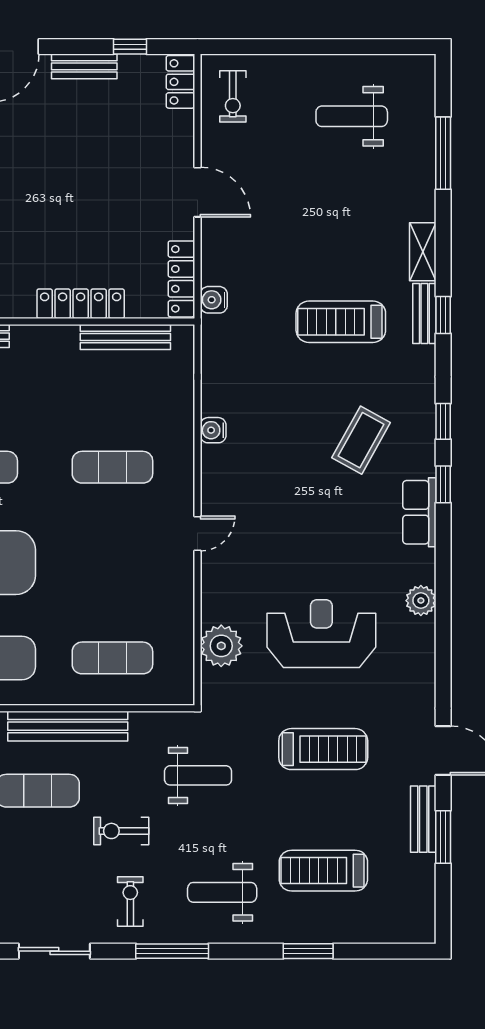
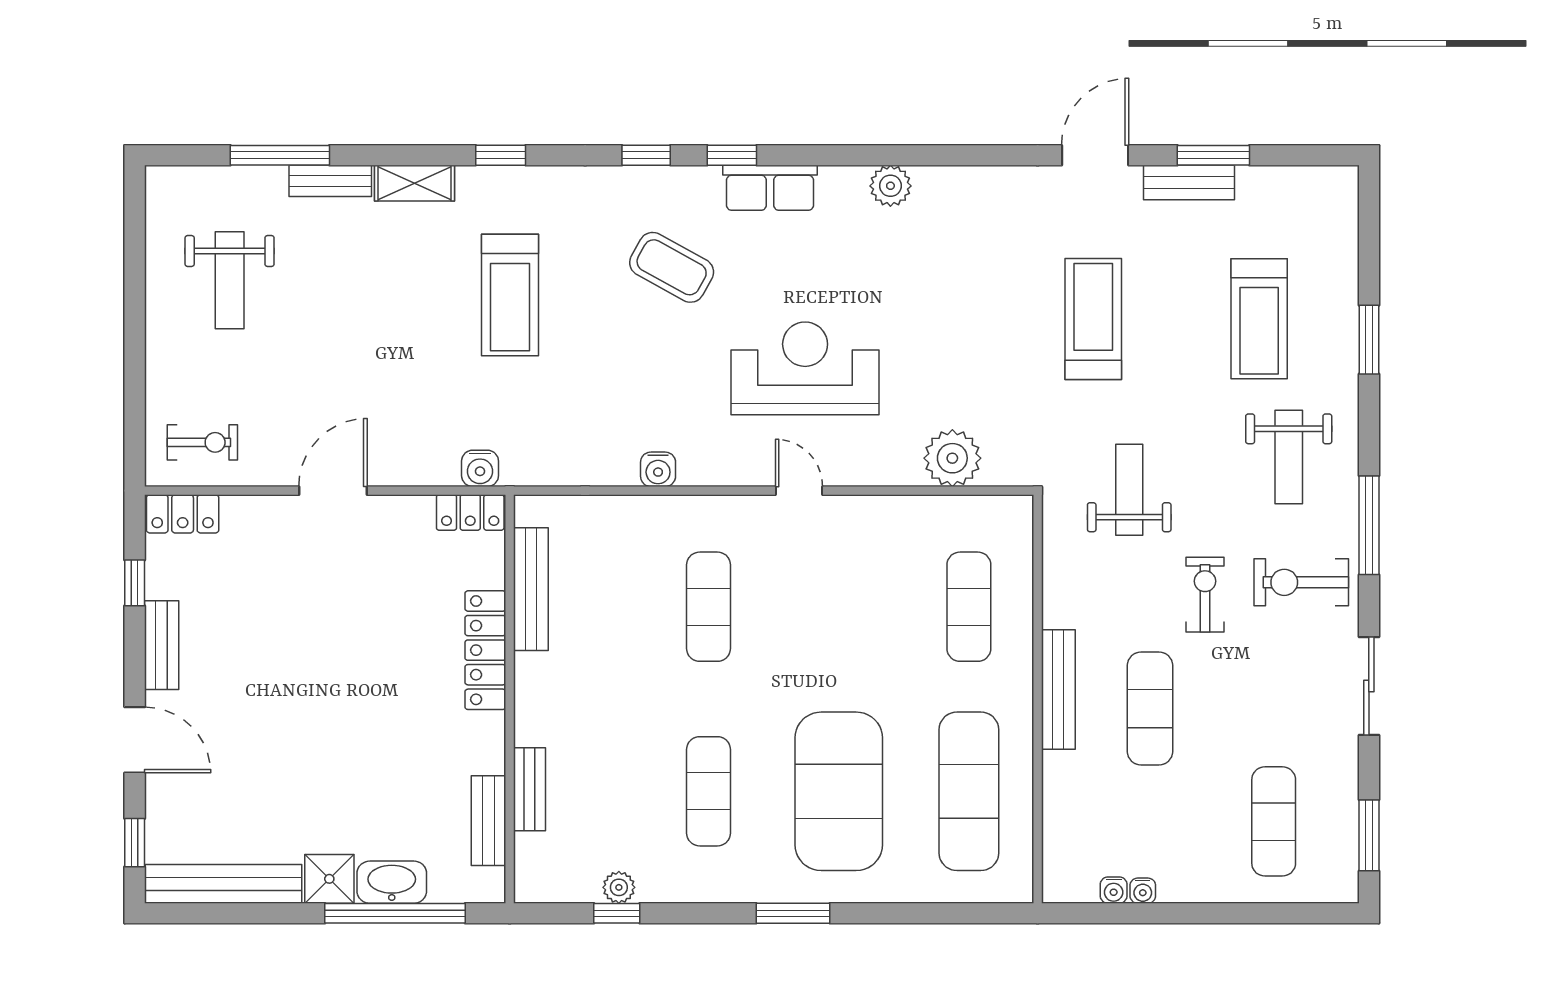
locker: (181, 279) -> (470, 513), width x0.66
bench: (424, 313) -> (330, 181), moved
reception desk: (321, 634) -> (805, 368), moved, turned 90
bench: (68, 726) -> (1058, 689), width x0.73, depth x0.82
exercise bike: (121, 831) -> (1205, 595), turned 180
exercise bike: (130, 901) -> (1301, 582), width x1.38, depth x1.39

